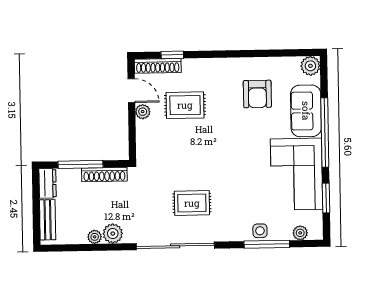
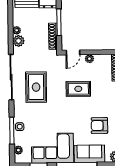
door: (131, 91) -> (73, 53), moved
rug: (185, 105) -> (78, 89), moved, turned 90
rug: (192, 203) -> (36, 87), width x1.36, depth x1.43

